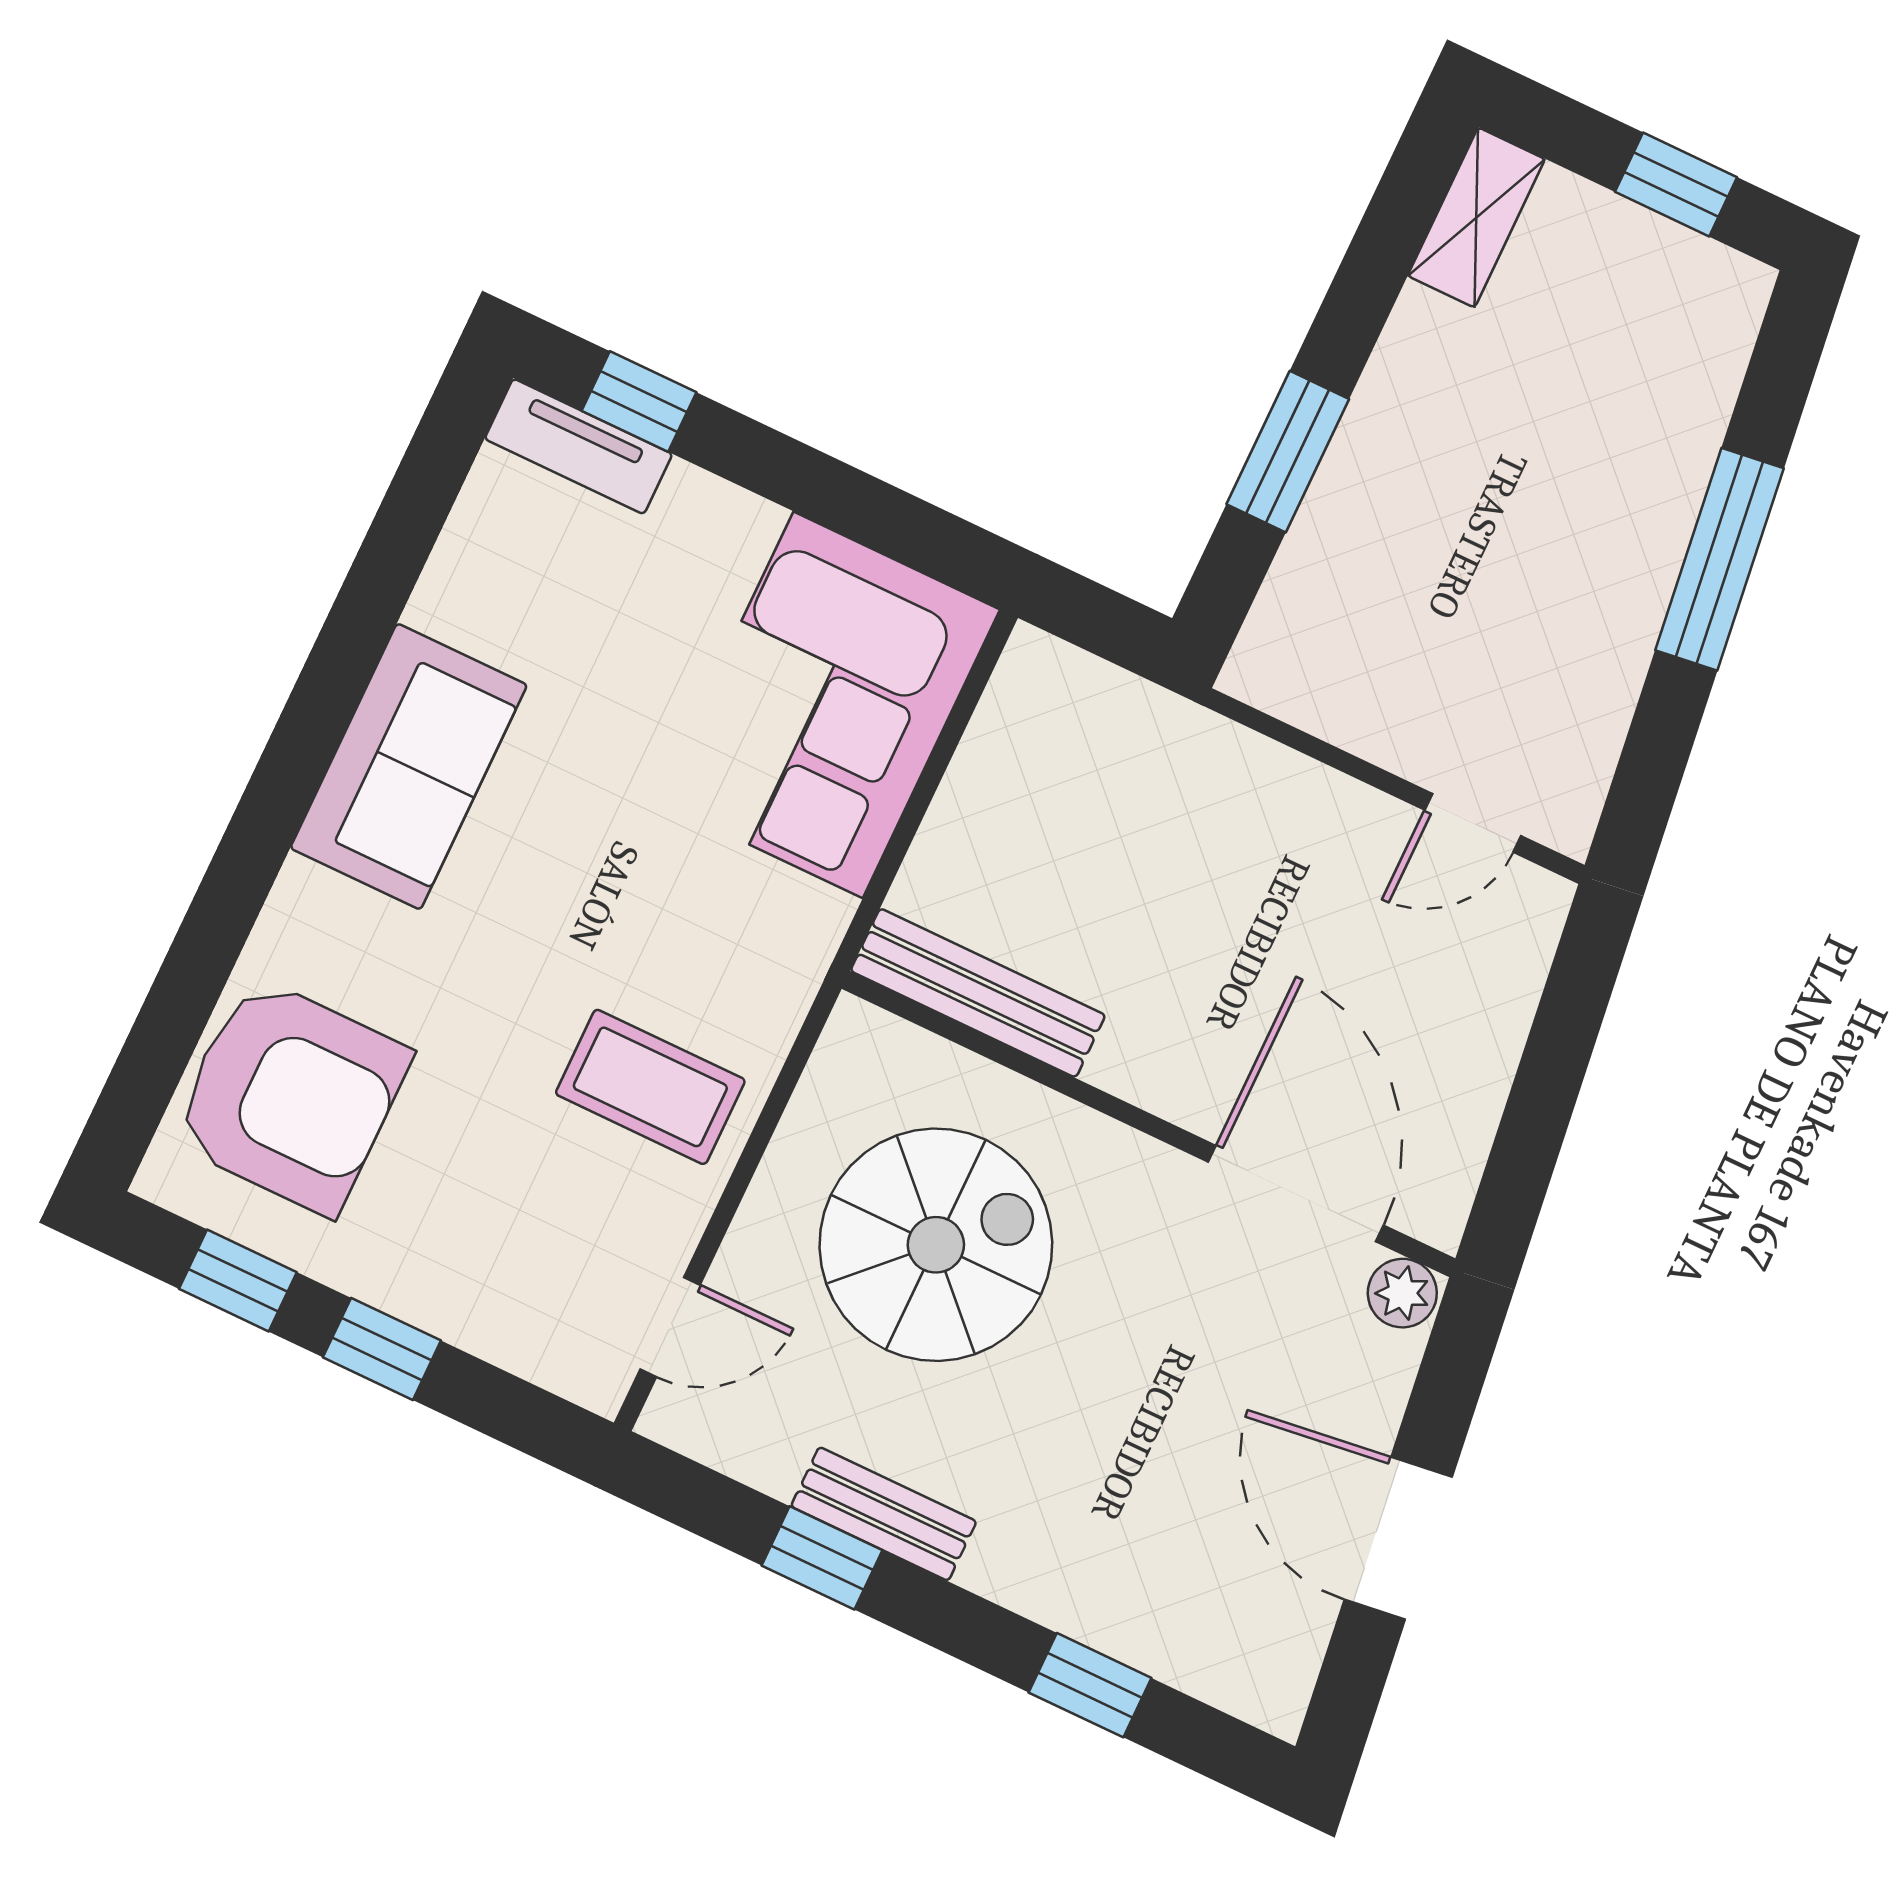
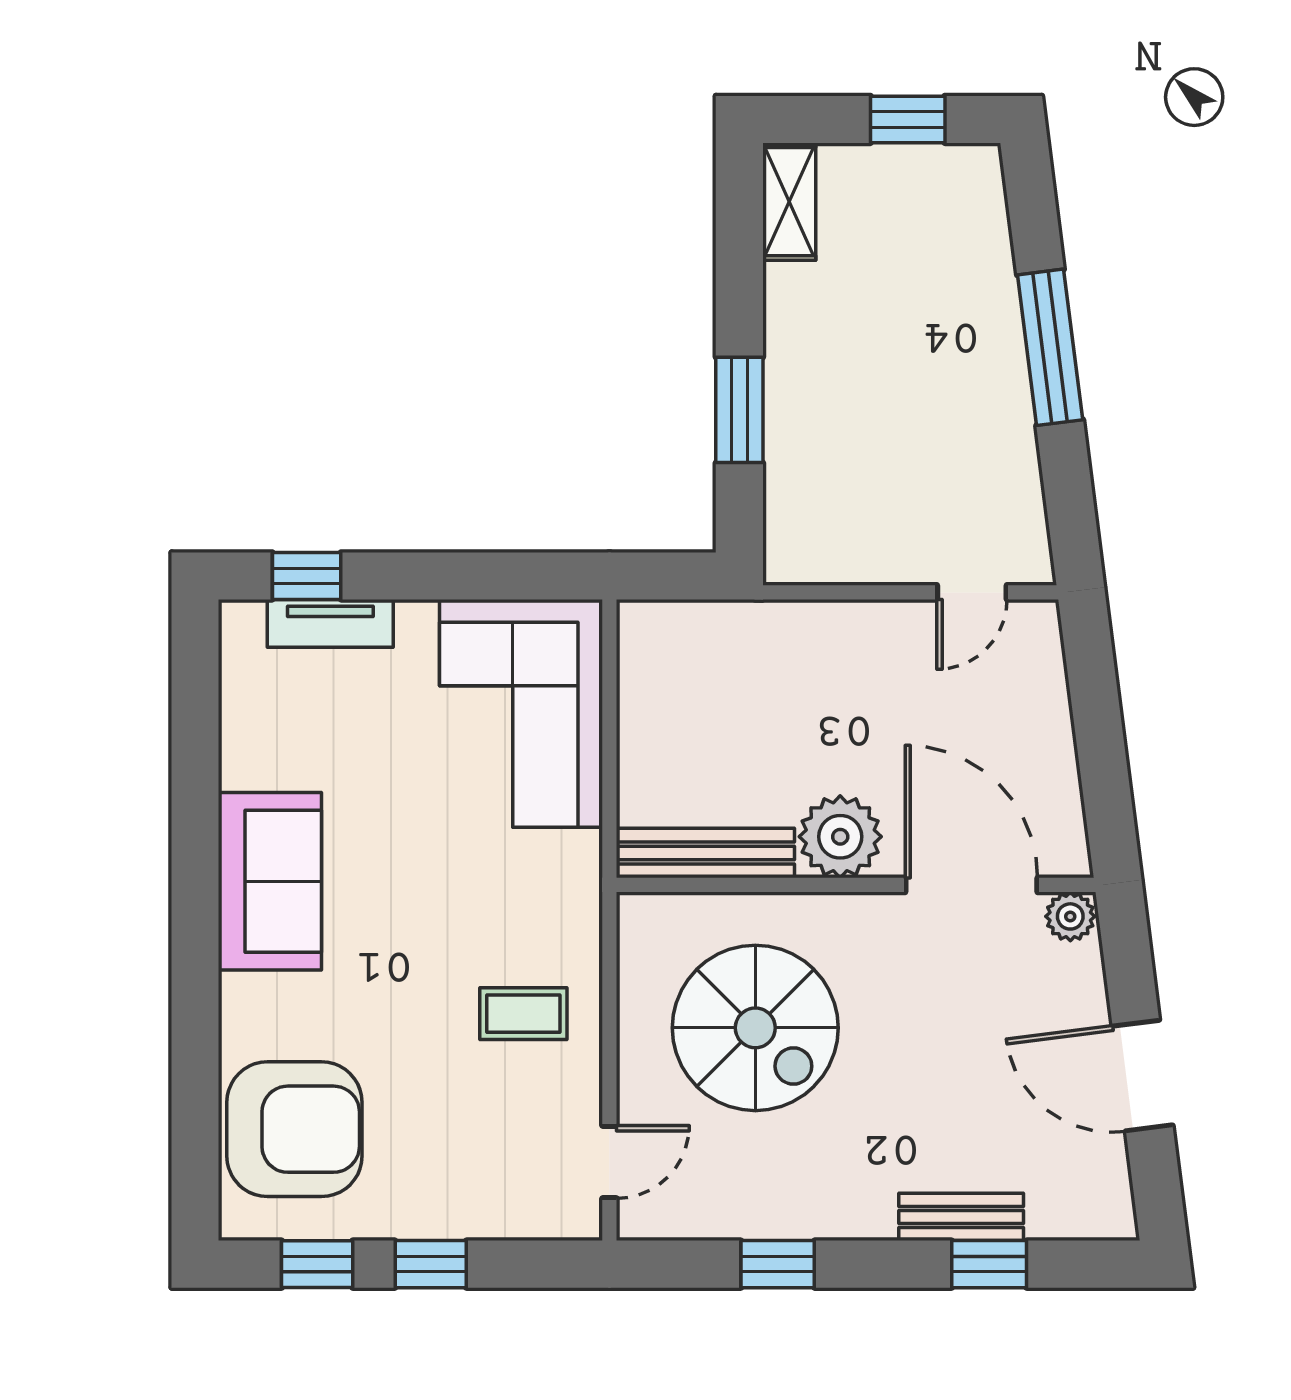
tv unit: (578, 446) -> (330, 623), moved
plant: (1159, 1054) -> (840, 837), added
coffee table: (650, 1087) -> (523, 1014), width x0.73, depth x0.77
spiral stairs: (936, 1245) -> (755, 1028), turned 90
bench: (884, 1514) -> (961, 1217), moved

